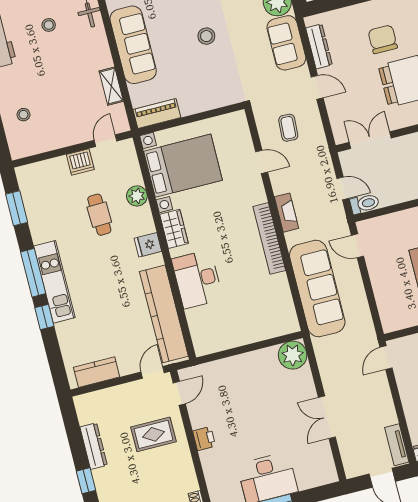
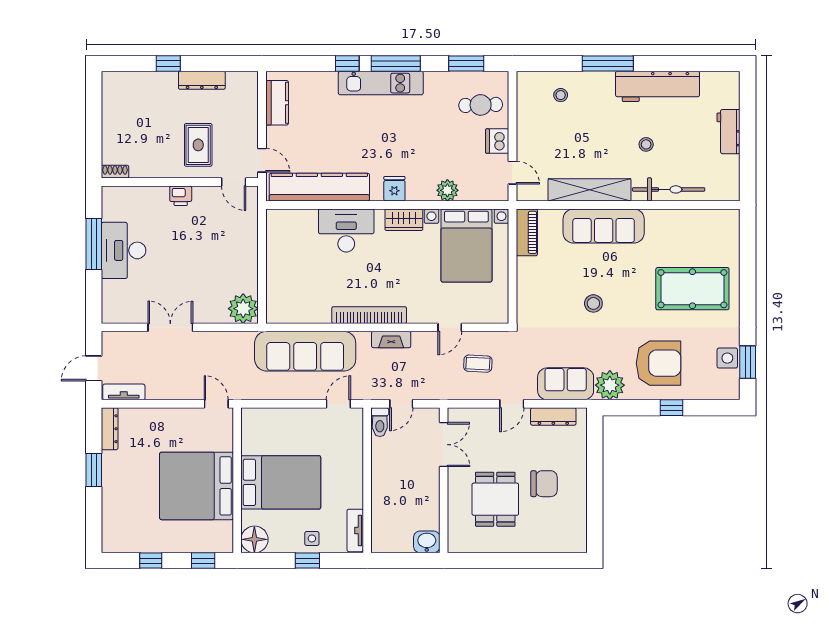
shelving: (111, 86) -> (590, 190), width x2.20, depth x1.33
cafe table: (99, 215) -> (481, 105), moved

